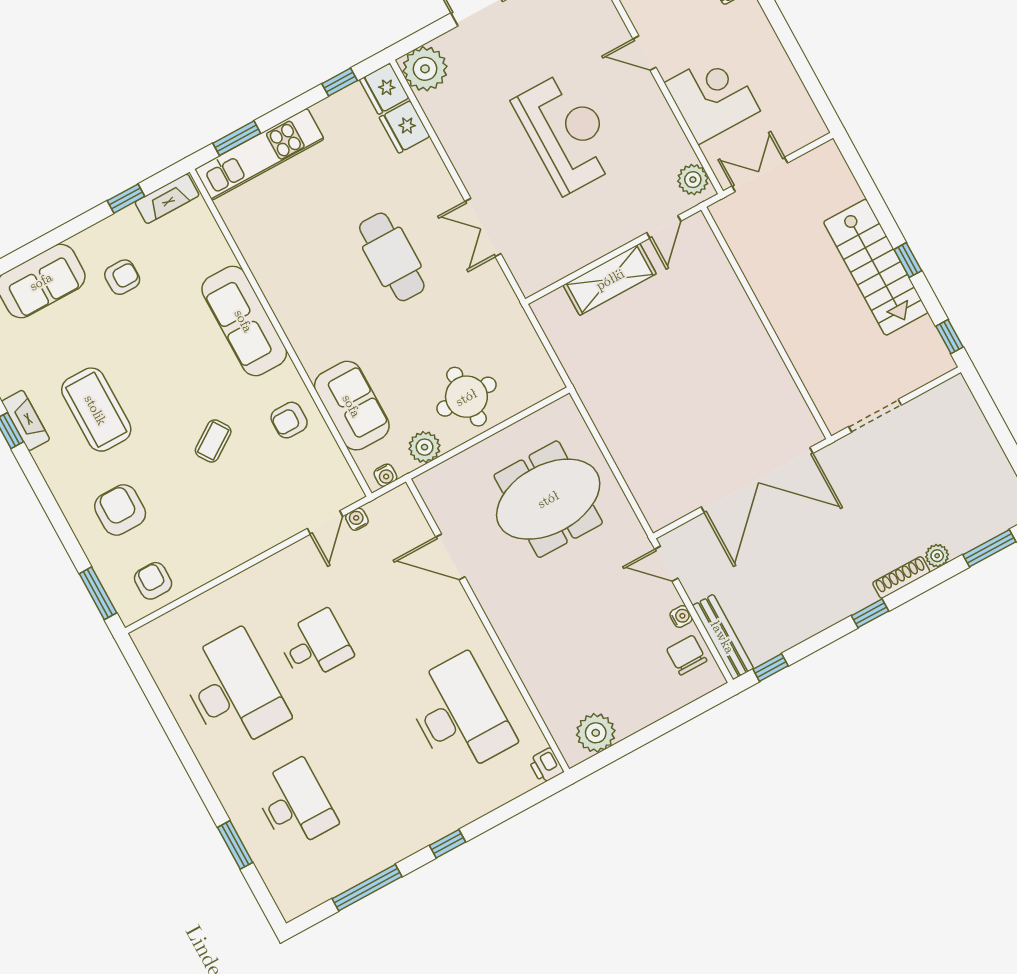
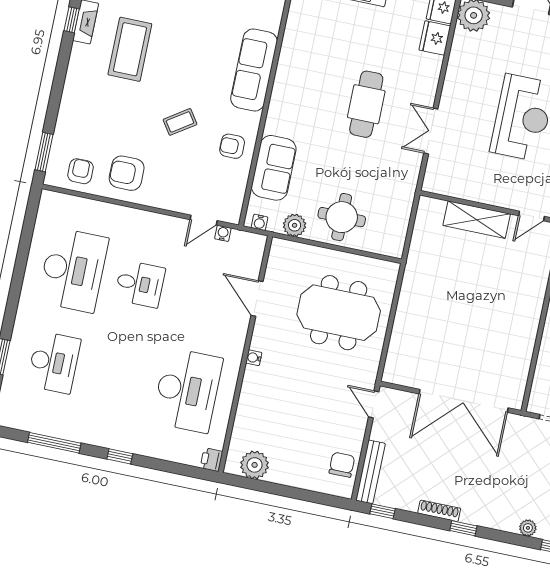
armchair: (120, 510) -> (127, 173), moved, turned -90
shoe rack: (901, 577) -> (439, 511), moved
water cooler: (681, 617) -> (254, 358), moved, turned 180

